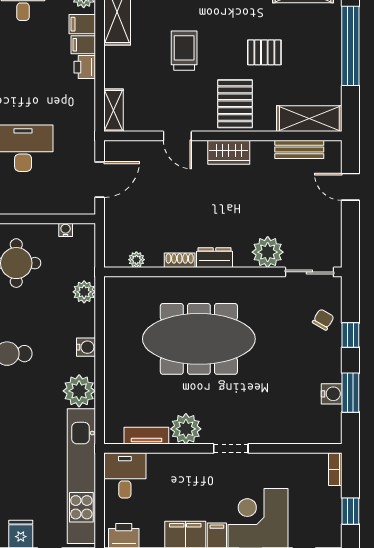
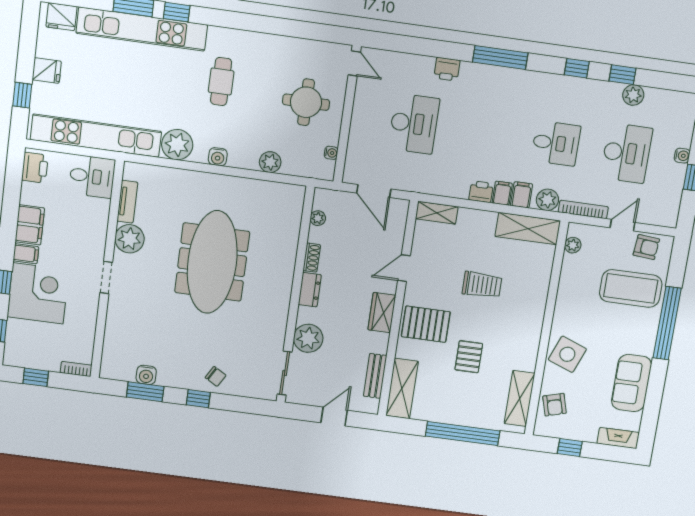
plant: (268, 252) -> (308, 338), moved
dresser: (214, 258) -> (310, 290), moved
plant: (136, 260) -> (318, 218), moved
shoe rack: (180, 260) -> (312, 258), moved
wall: (223, 272) -> (295, 295), moved
sliding door: (309, 272) -> (285, 373), moved

